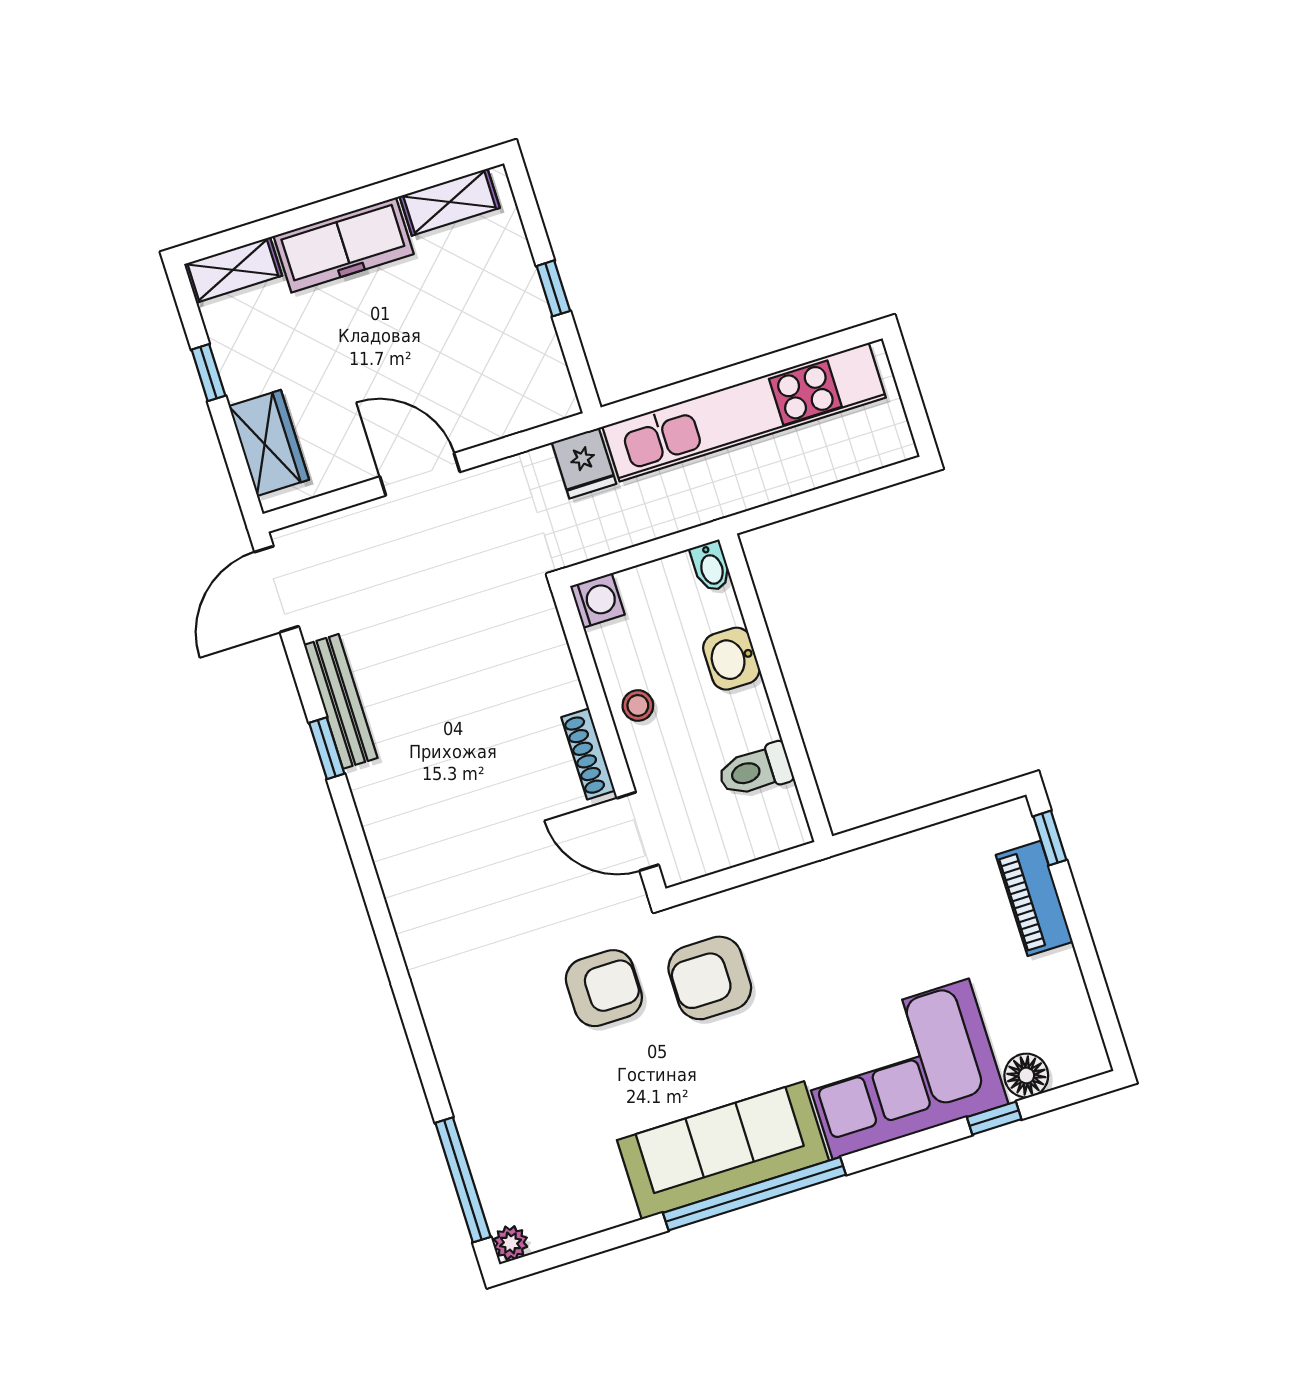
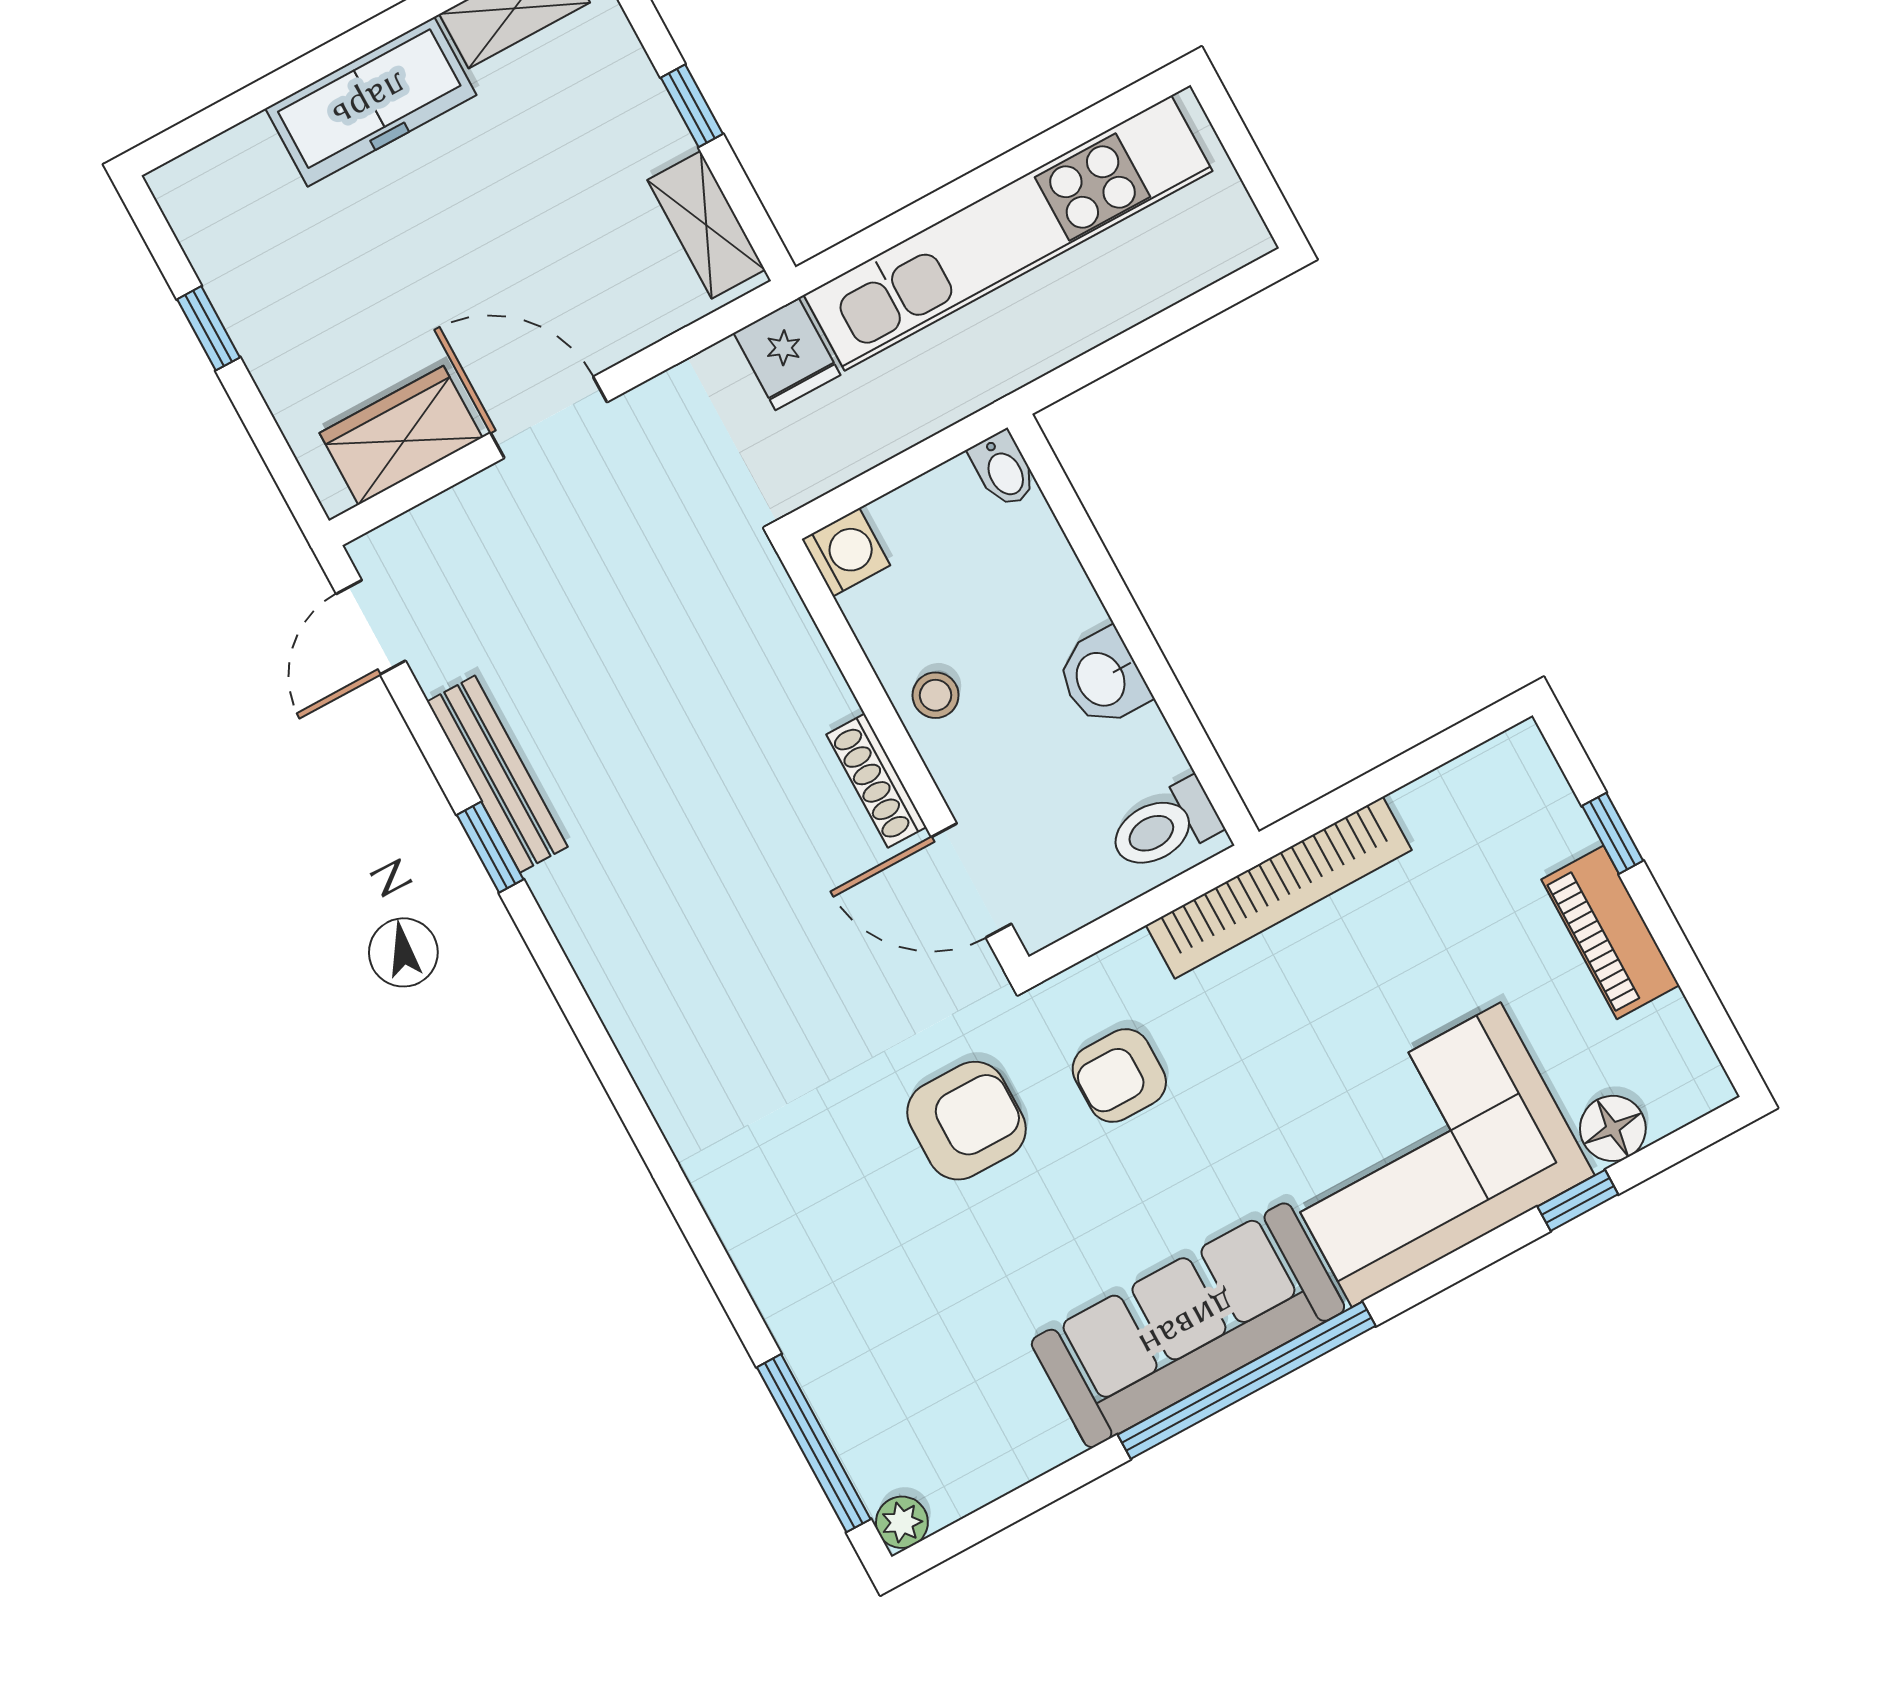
shelving: (233, 270) -> (706, 225), moved, turned 90
wardrobe: (269, 443) -> (401, 435), moved, turned -90
door: (277, 589) -> (371, 627), width x0.73
washbasin: (731, 659) -> (1102, 678), moved
toilet: (755, 770) -> (1164, 826), moved
window: (1050, 838) -> (1613, 833), moved
bookcase: (838, 875) -> (1279, 888), added
piano: (1034, 898) -> (1610, 932), moved
armchair: (710, 978) -> (1119, 1076), width x0.72, depth x0.72

